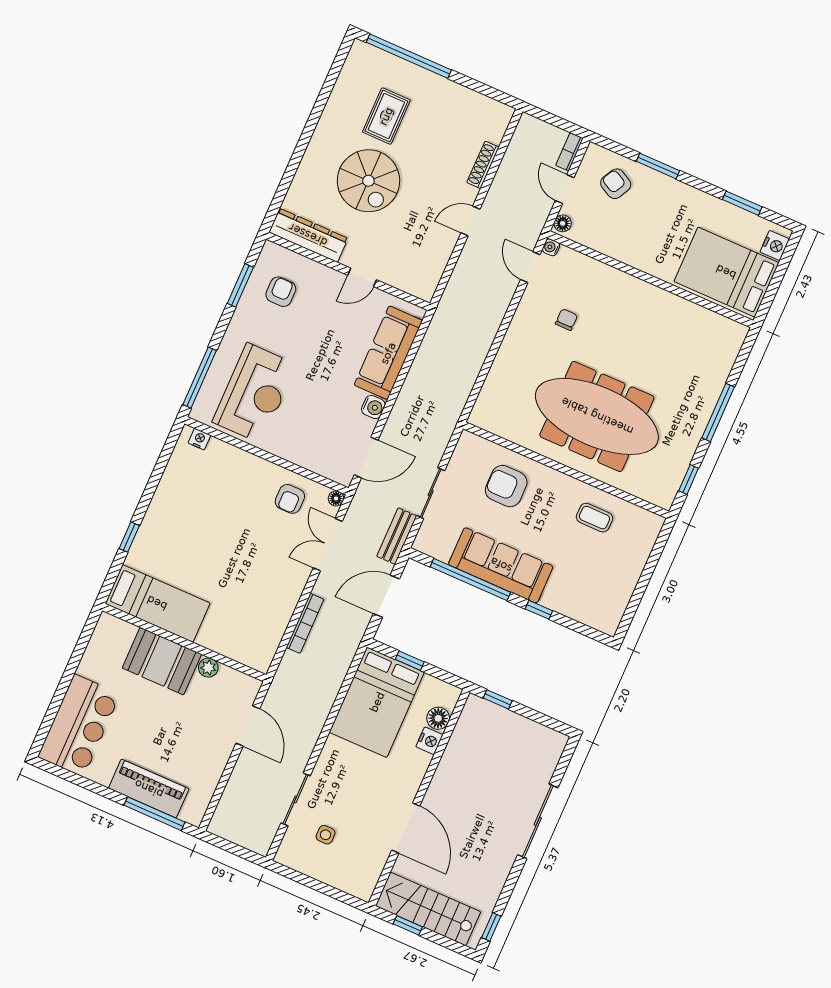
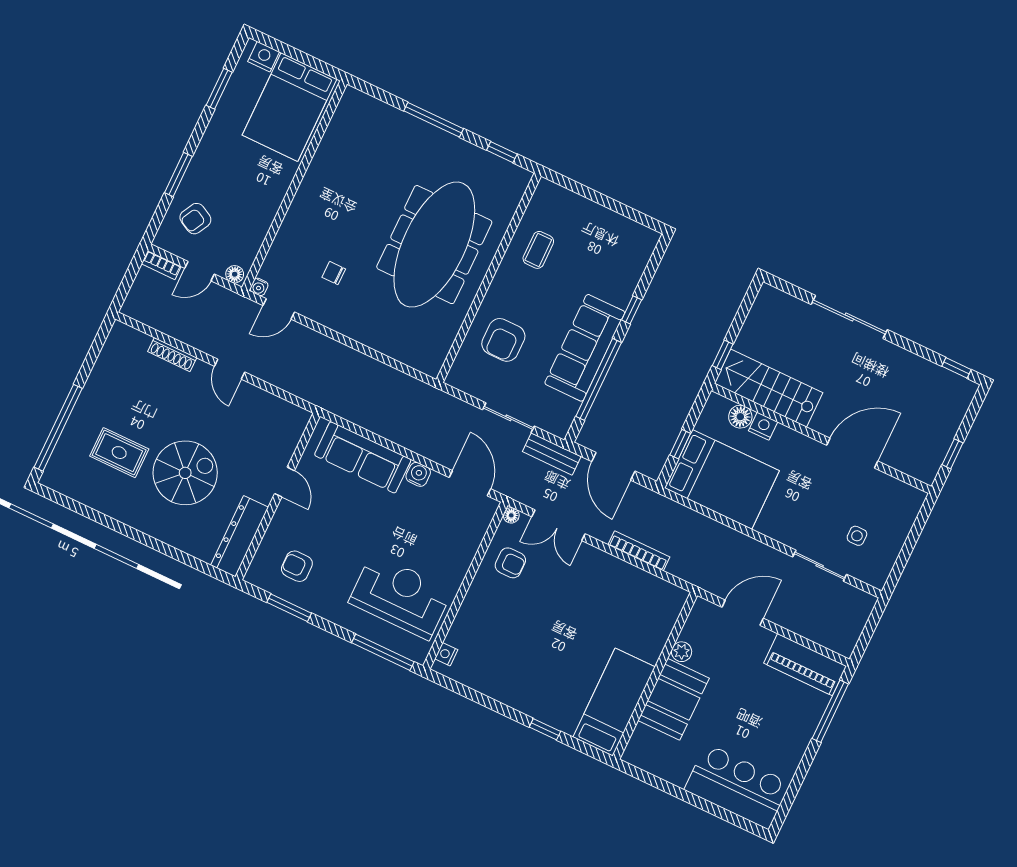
piano: (149, 789) -> (805, 665), moved, turned -90
stairs: (428, 909) -> (768, 388), moved, turned 90

